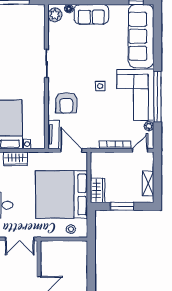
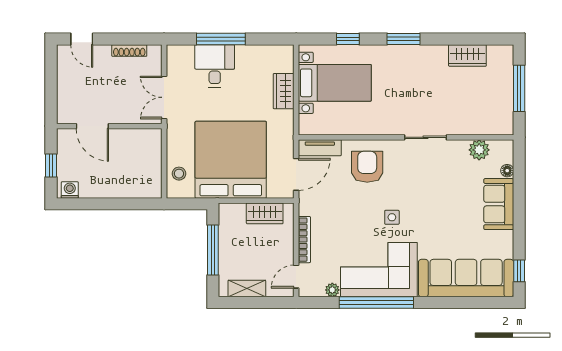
plant: (55, 15) -> (479, 150), moved
armchair: (66, 103) -> (367, 167), turned 90
door: (140, 150) -> (296, 277), swing flipped
wardrobe: (98, 190) -> (265, 213), moved
window: (122, 206) -> (213, 250), width x1.44

